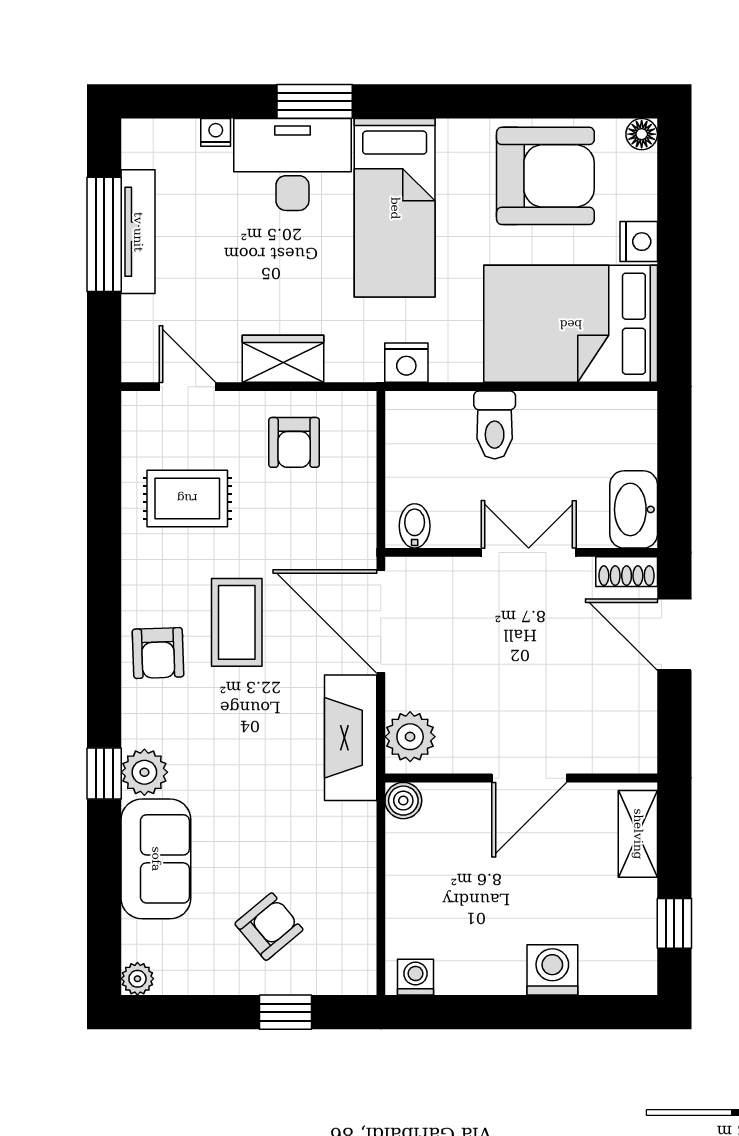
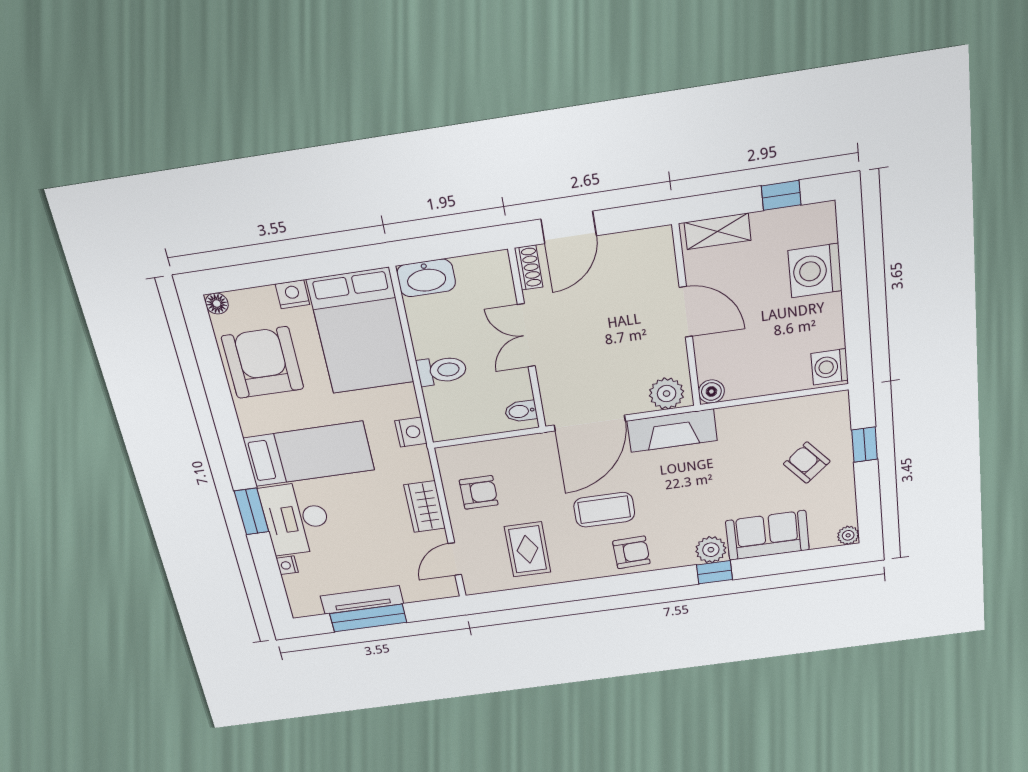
washbasin: (634, 509) -> (426, 278), moved
washing machine: (552, 970) -> (815, 271), width x1.37, depth x1.37
washing machine: (416, 977) -> (830, 367), width x1.38, depth x1.38

